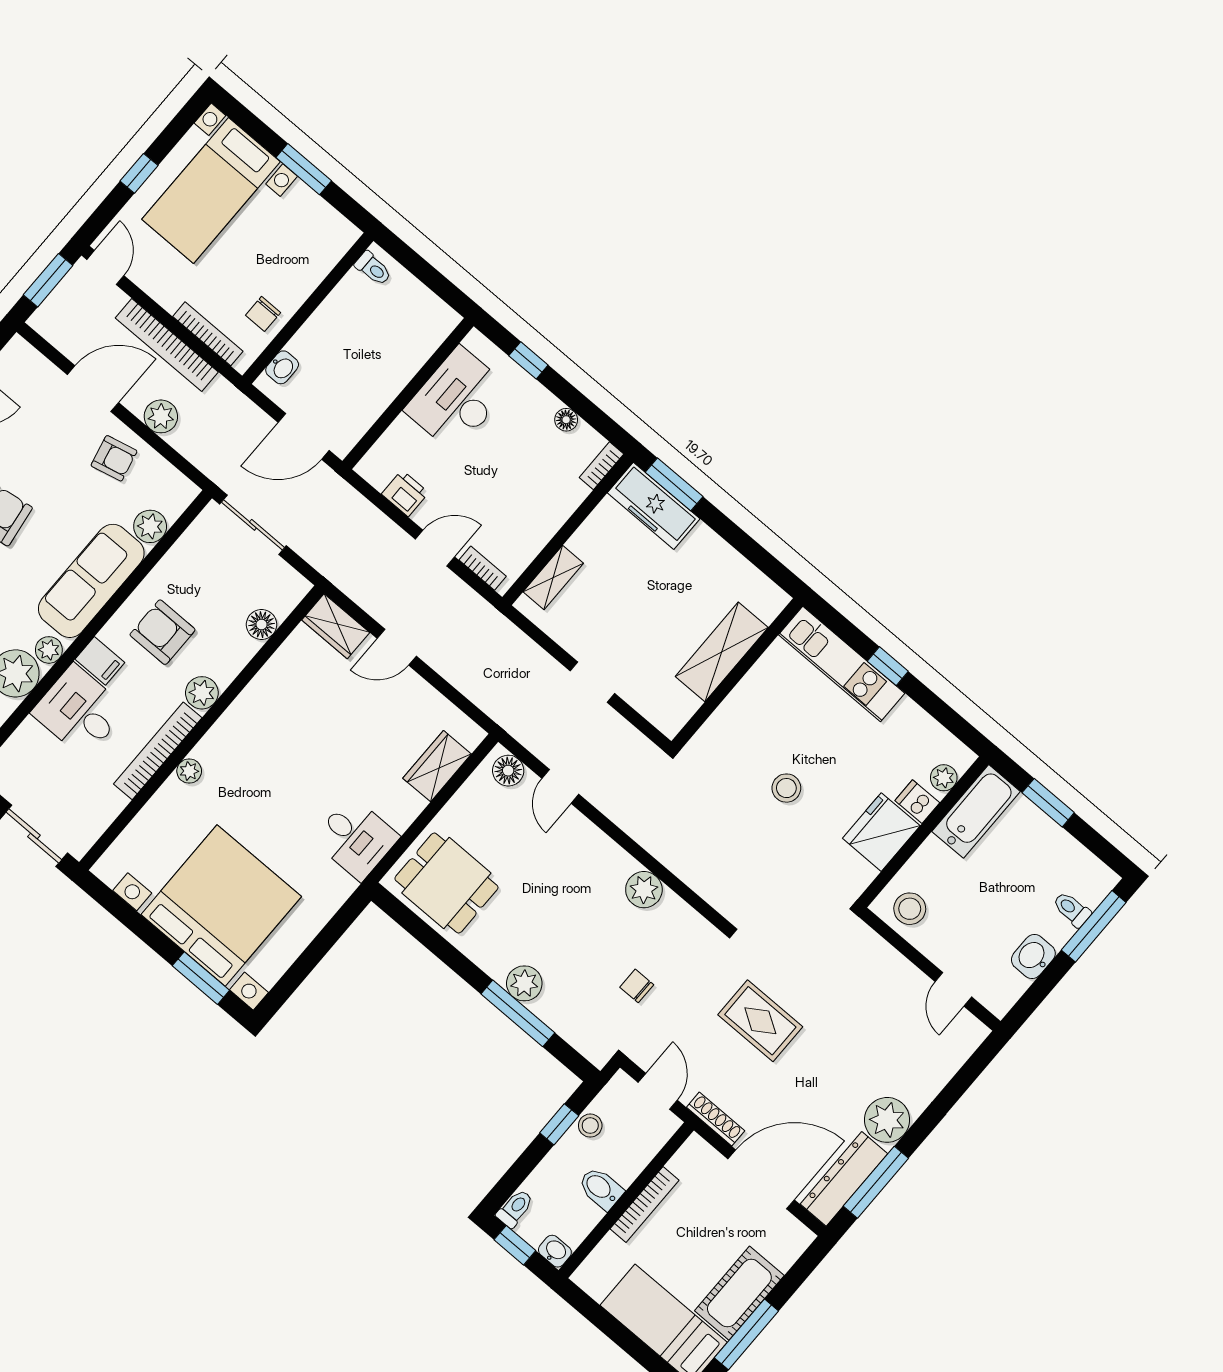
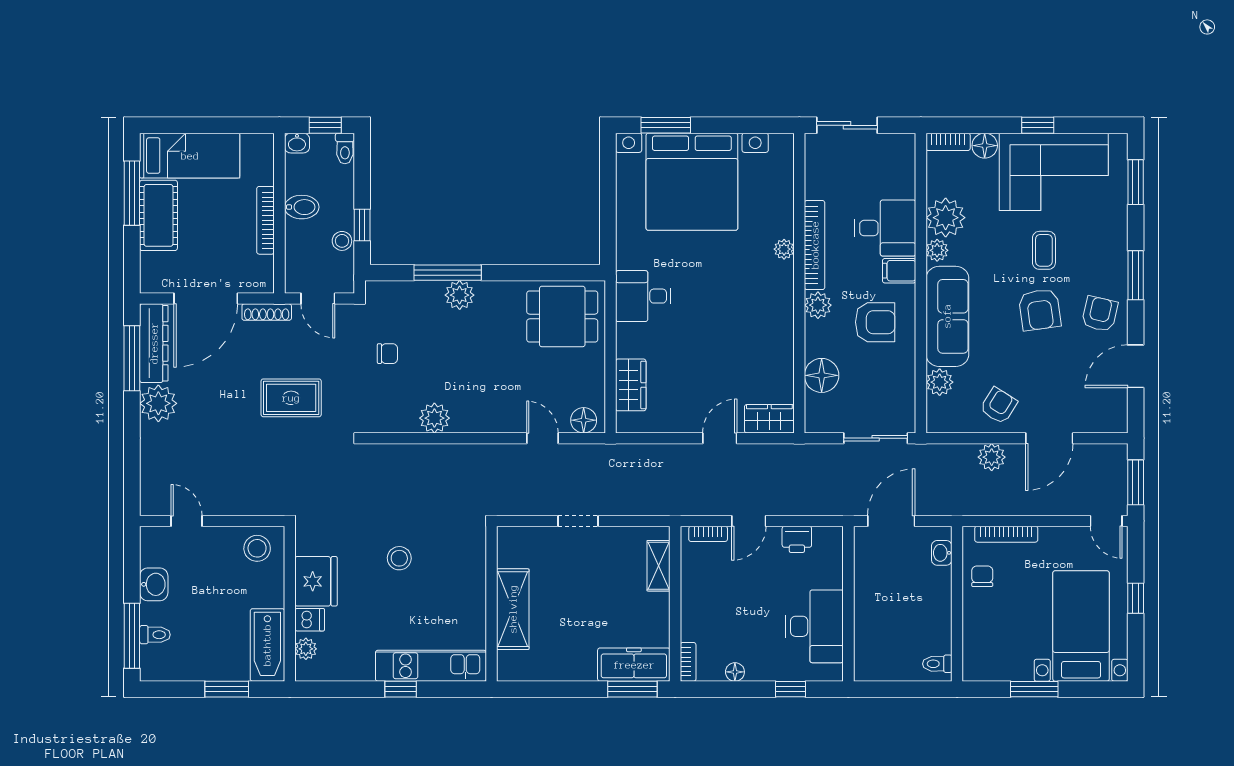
bookcase: (167, 345) -> (1026, 505), removed
armchair: (114, 458) -> (999, 406), turned 135
floor lamp: (262, 625) -> (822, 375), width x1.38, depth x1.38

